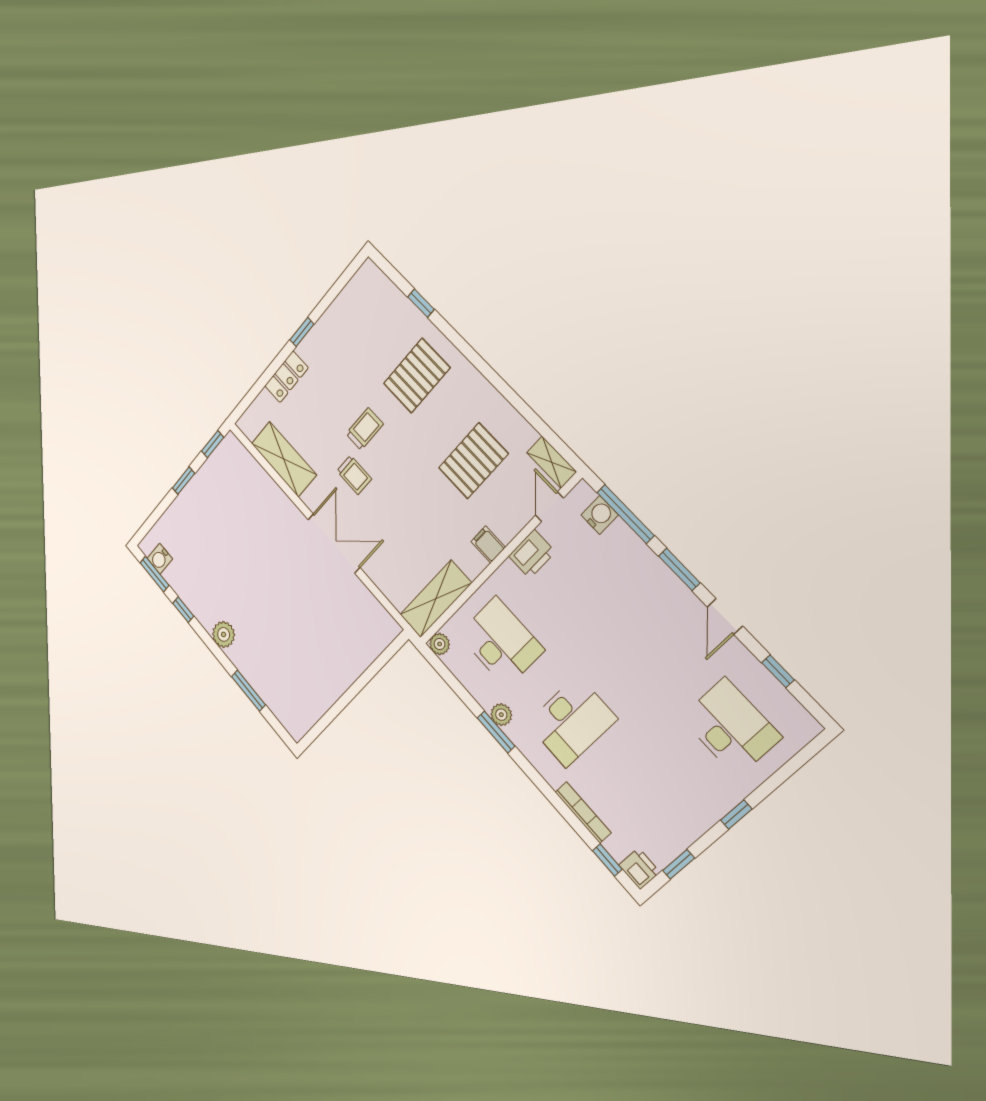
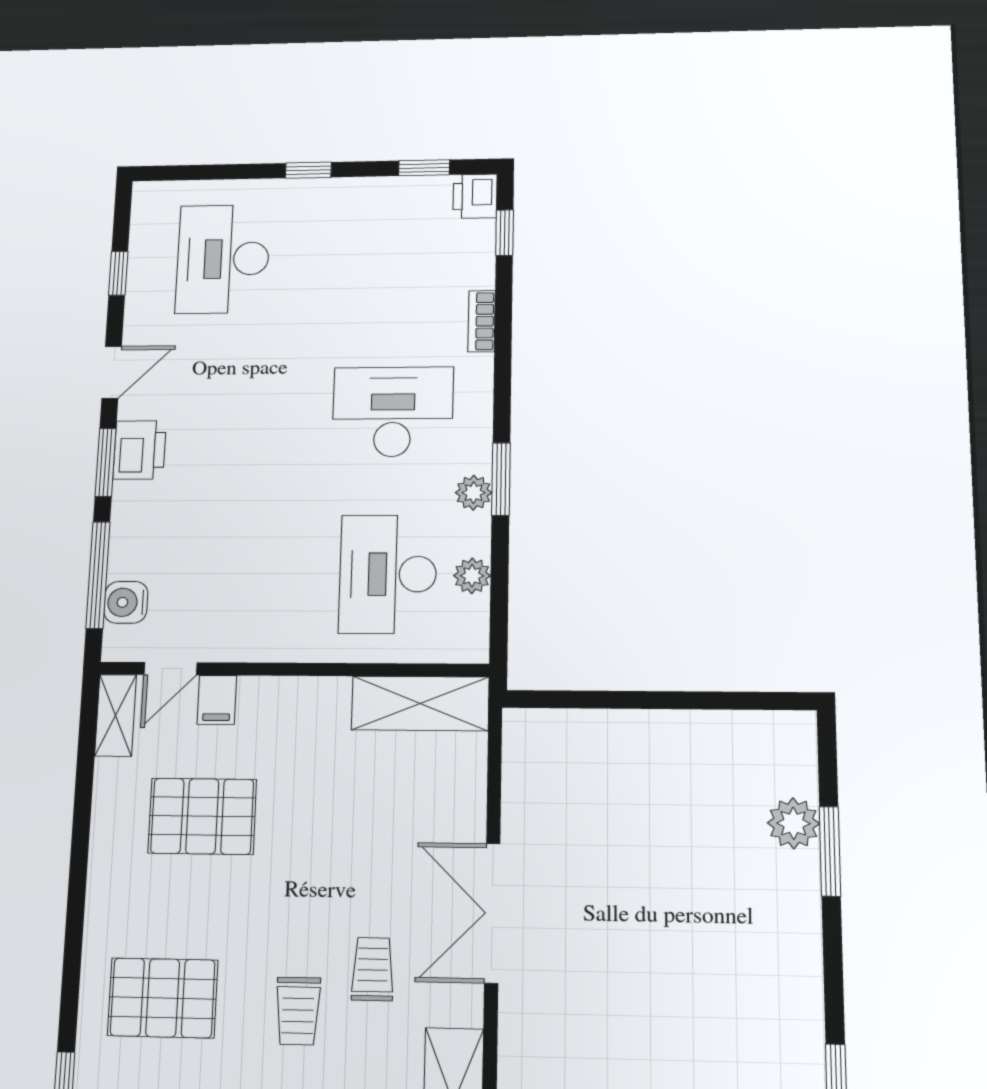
trolley: (365, 429) -> (298, 1011), turned -90
filing cabinet: (488, 544) -> (217, 700), moved
printer: (532, 554) -> (140, 450), moved, turned 90
plant: (224, 634) -> (793, 823), moved
plant: (440, 644) -> (472, 576), moved
bookcase: (583, 812) -> (482, 321), width x0.64

